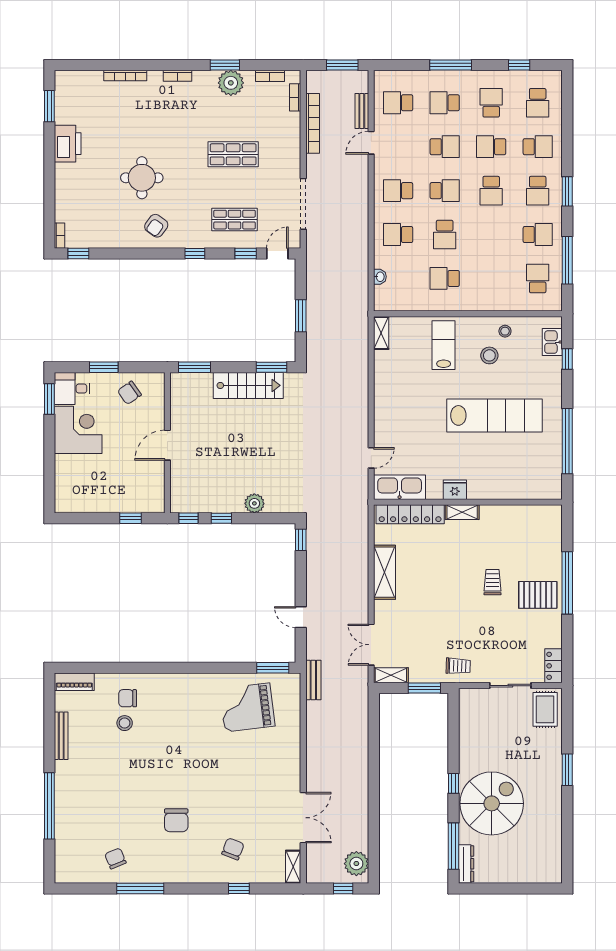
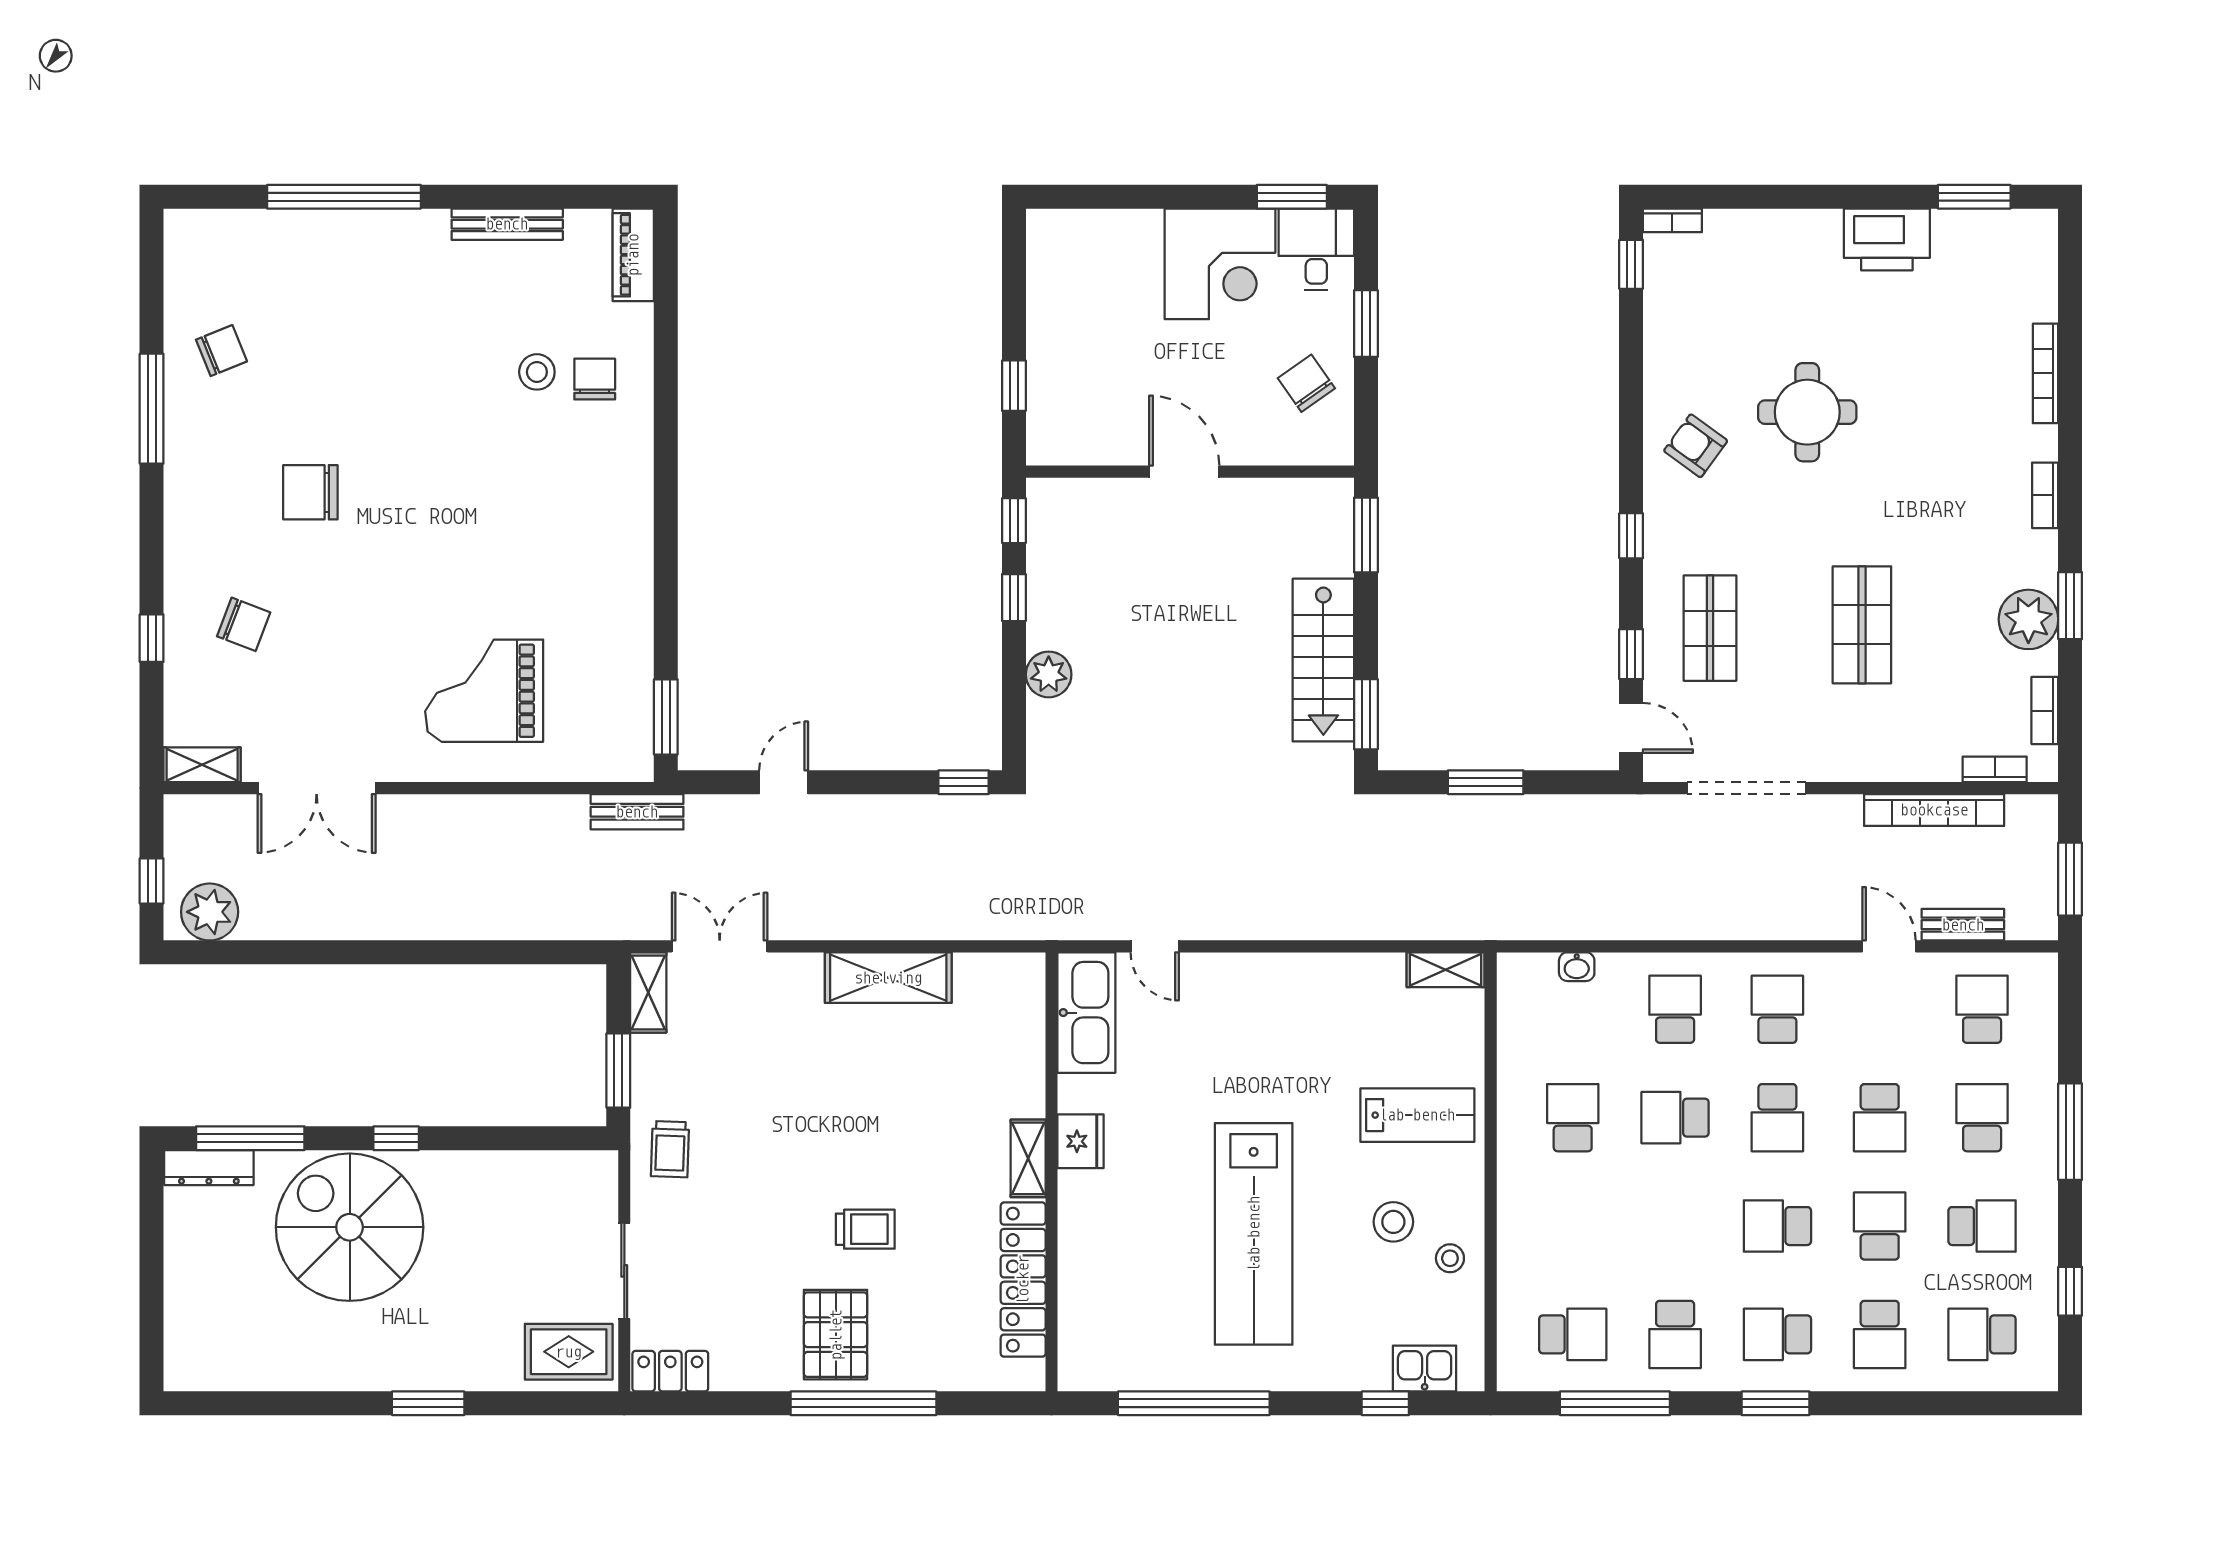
locker: (410, 514) -> (1023, 1280), moved
grand piano: (247, 707) -> (484, 691), moved, turned -83
spiral stairs: (492, 803) -> (350, 1227), turned 180

